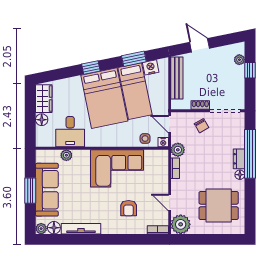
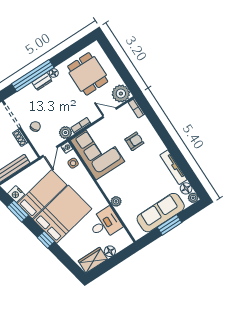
plant: (66, 155) -> (116, 201), moved
corner sofa: (117, 168) -> (98, 151), moved
door: (170, 203) -> (110, 113), swing flipped

